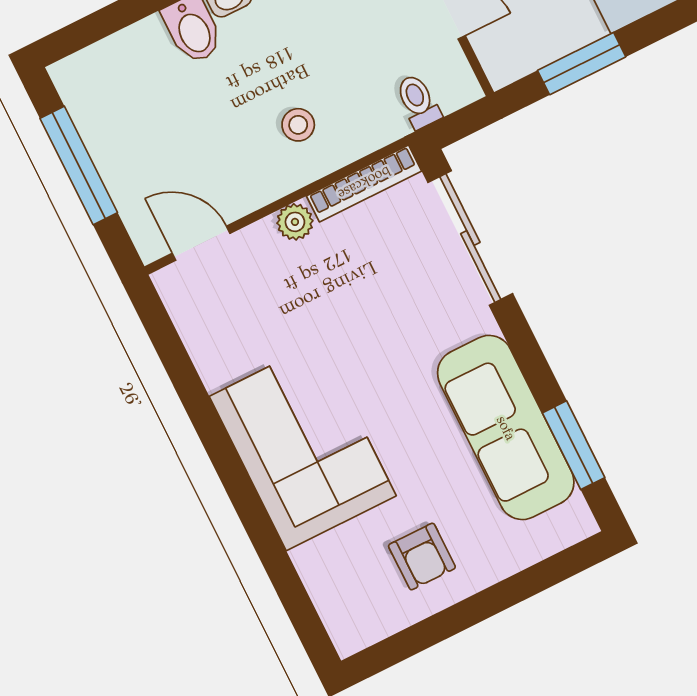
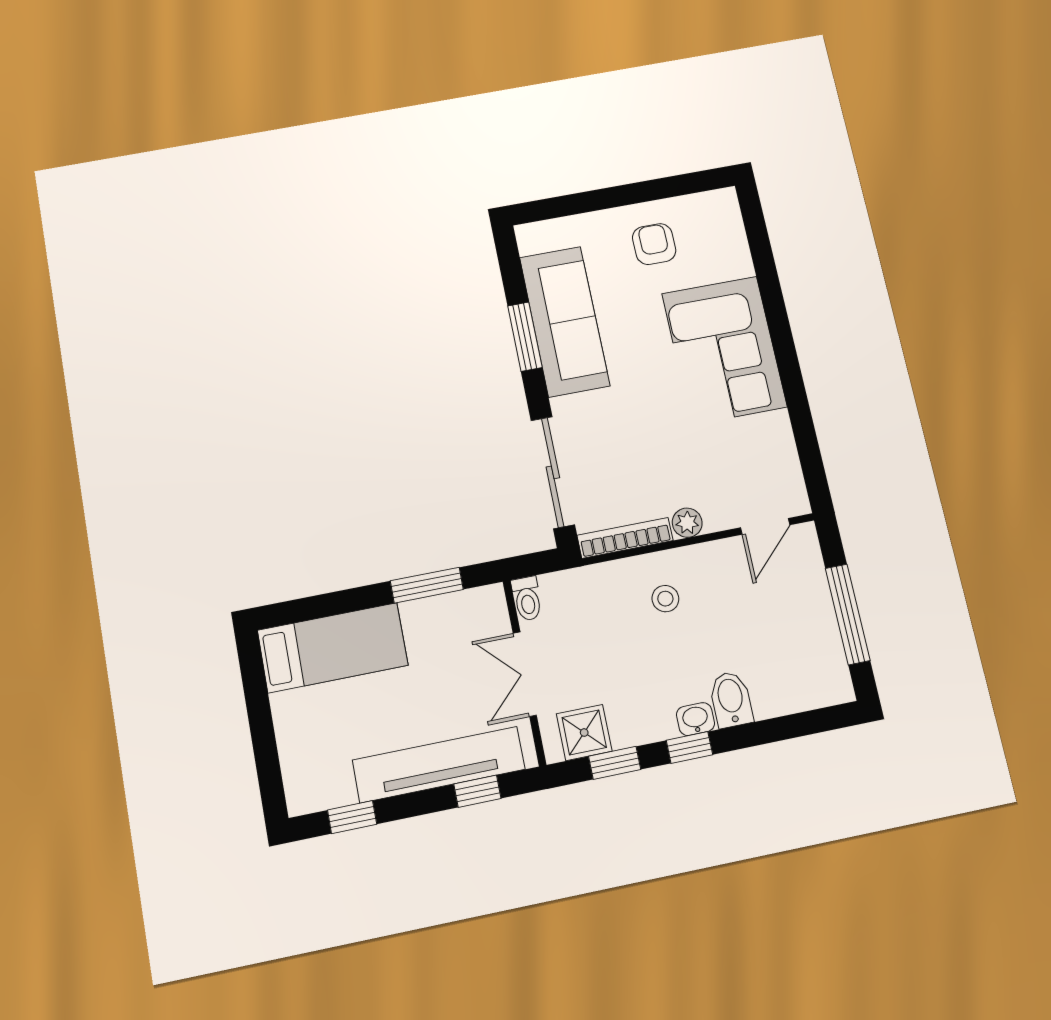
toilet: (418, 101) -> (527, 599), moved
door: (201, 243) -> (765, 526), hinge flipped
window: (574, 445) -> (525, 337), moved

